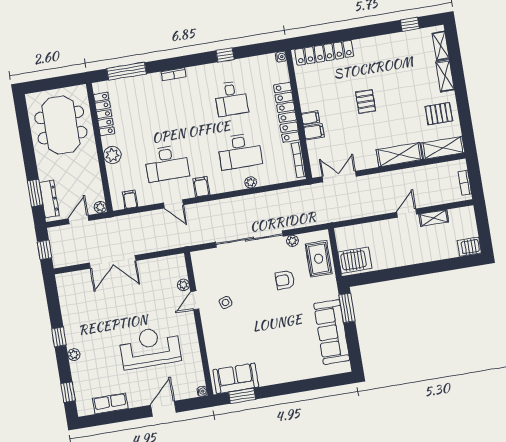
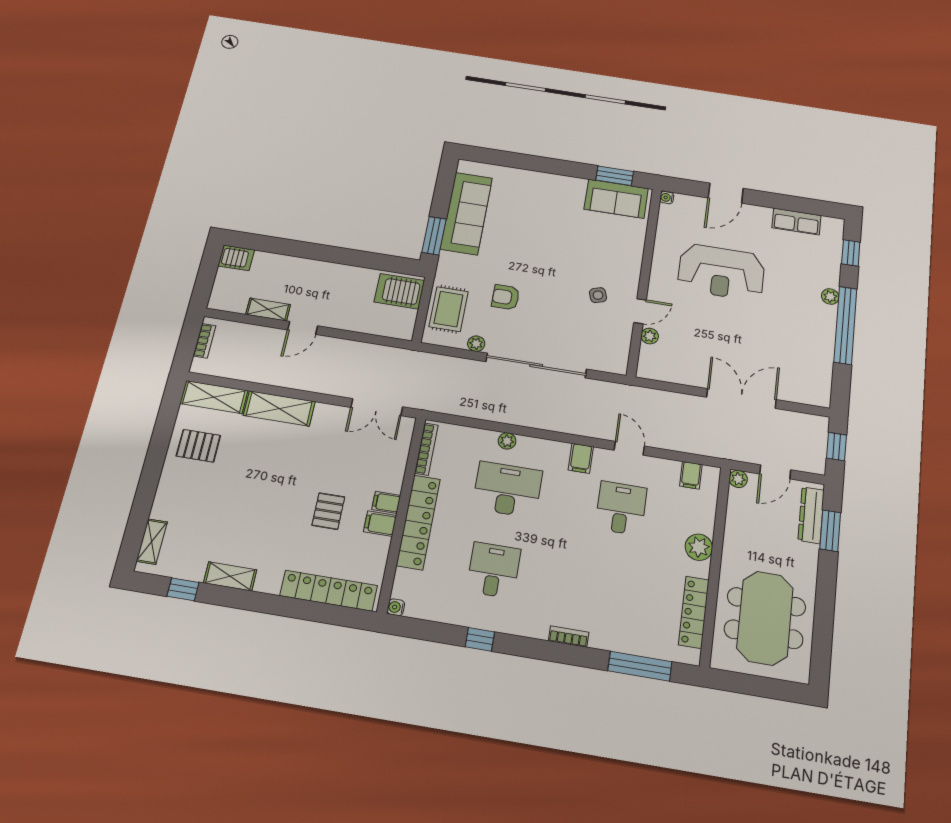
shelving: (445, 76) -> (230, 576), moved, turned 90
pallet: (366, 102) -> (328, 511), moved
filing cabinet: (314, 132) -> (380, 524), moved
desk: (167, 163) -> (621, 508), width x0.73
armchair: (285, 280) -> (506, 297), turned 180
window: (59, 337) -> (845, 325), width x3.17

